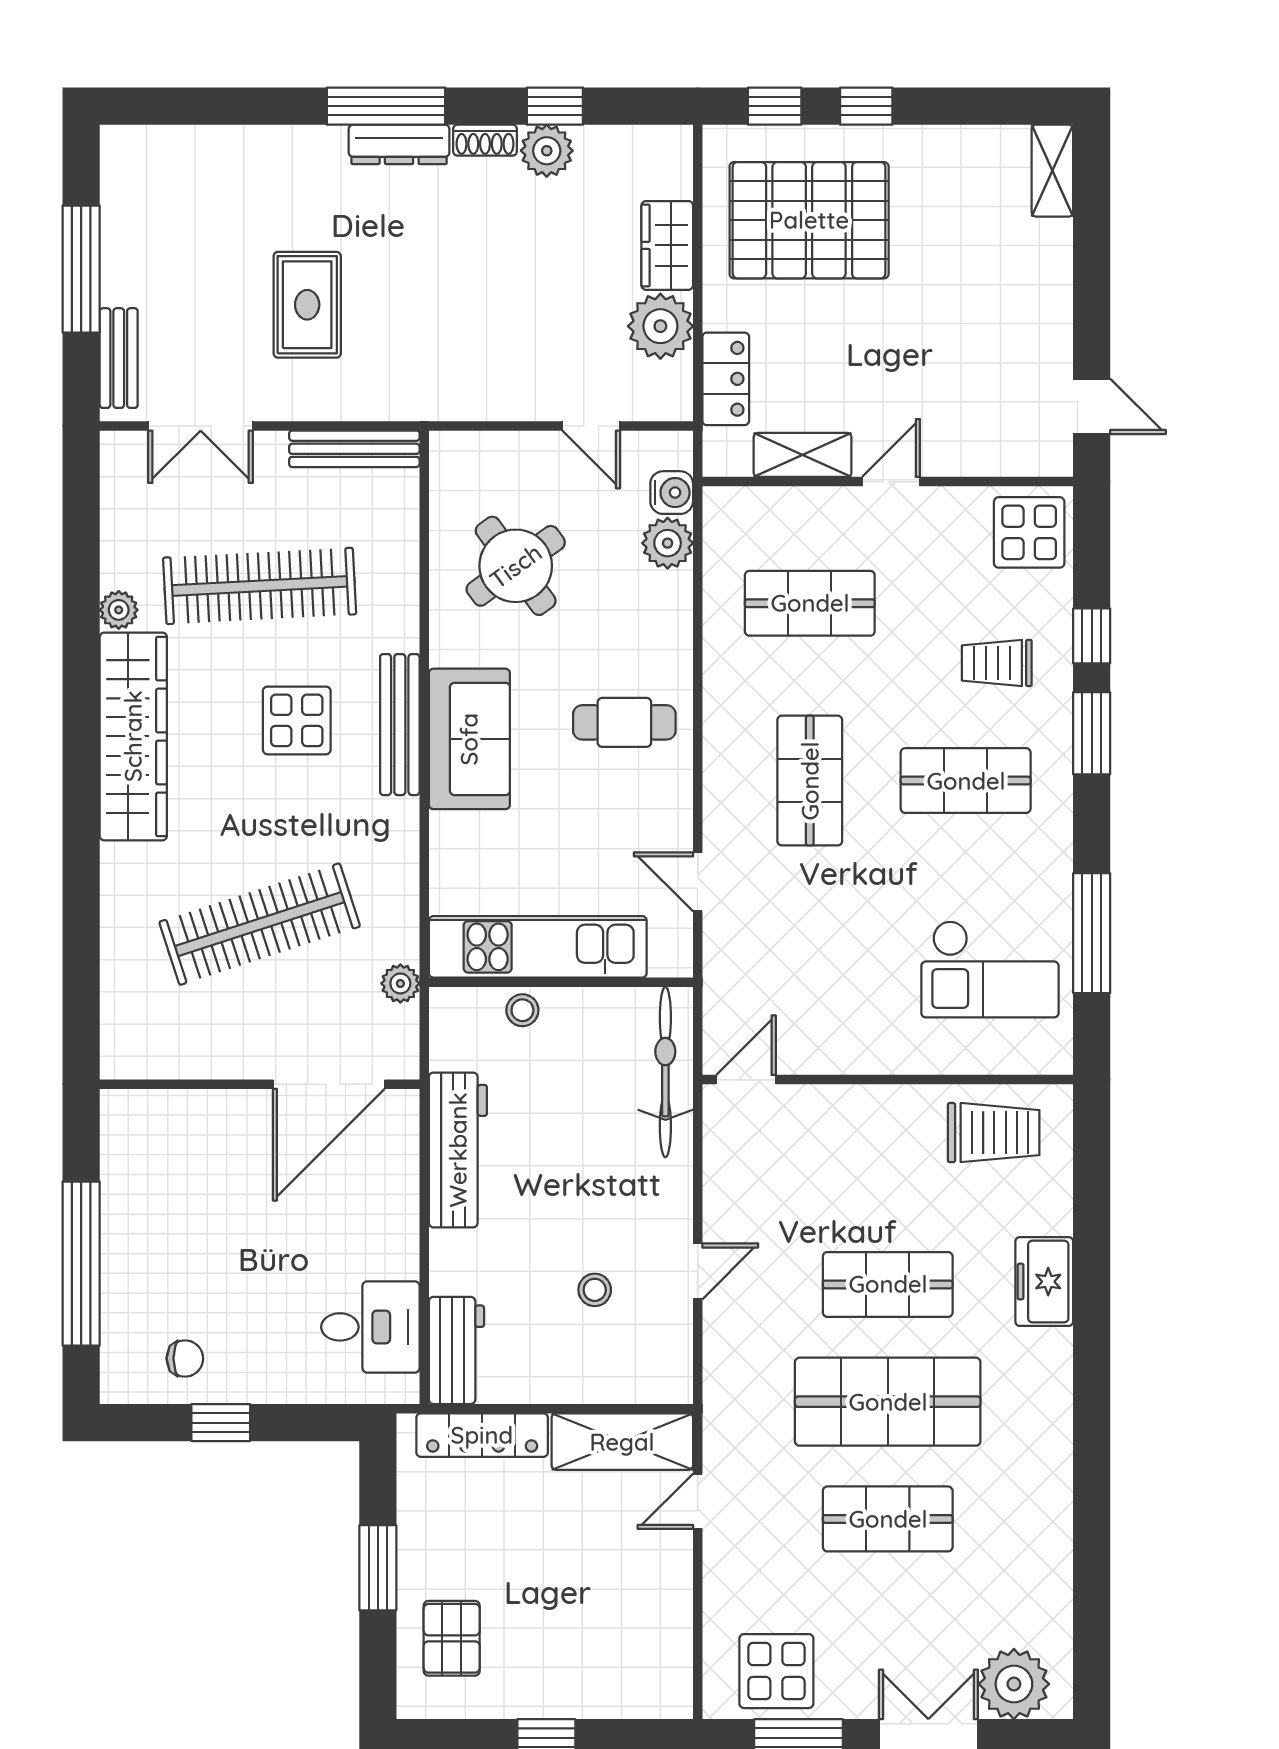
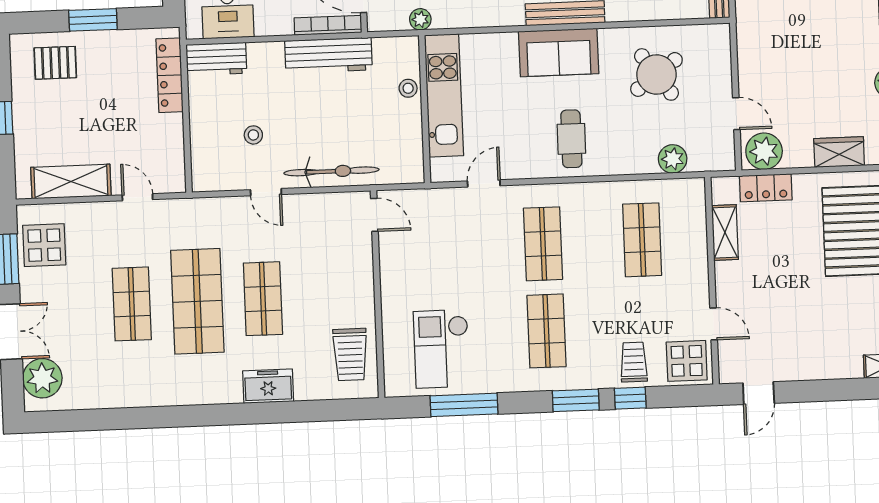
plant: (660, 326) -> (764, 151), moved
door: (591, 426) -> (736, 114), swing flipped
door: (891, 482) -> (714, 324), moved
water cooler: (672, 493) -> (701, 160), removed
trolley: (997, 663) -> (634, 362), moved
shop shelf: (810, 781) -> (543, 244), turned 90
bicycle: (665, 1072) -> (331, 171), moved
bookcase: (404, 1149) -> (328, 25), added
shelving: (622, 1442) -> (71, 182), moved, turned 90

